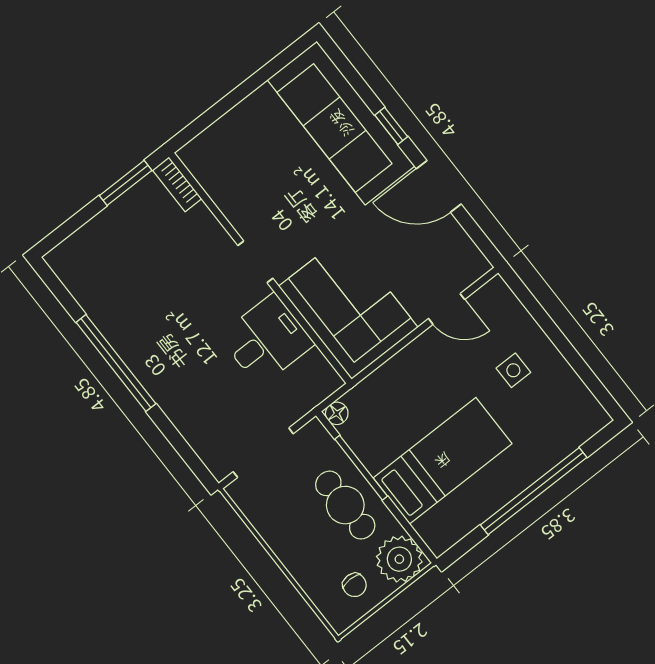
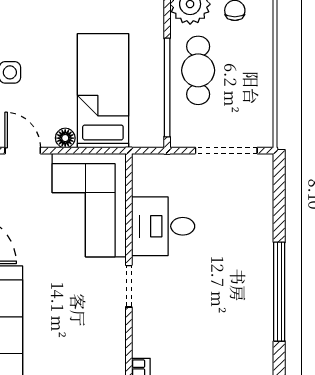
floor lamp: (337, 413) -> (65, 138), moved
bed: (443, 461) -> (103, 91), moved, turned 90
window: (361, 468) -> (167, 88), width x1.46

